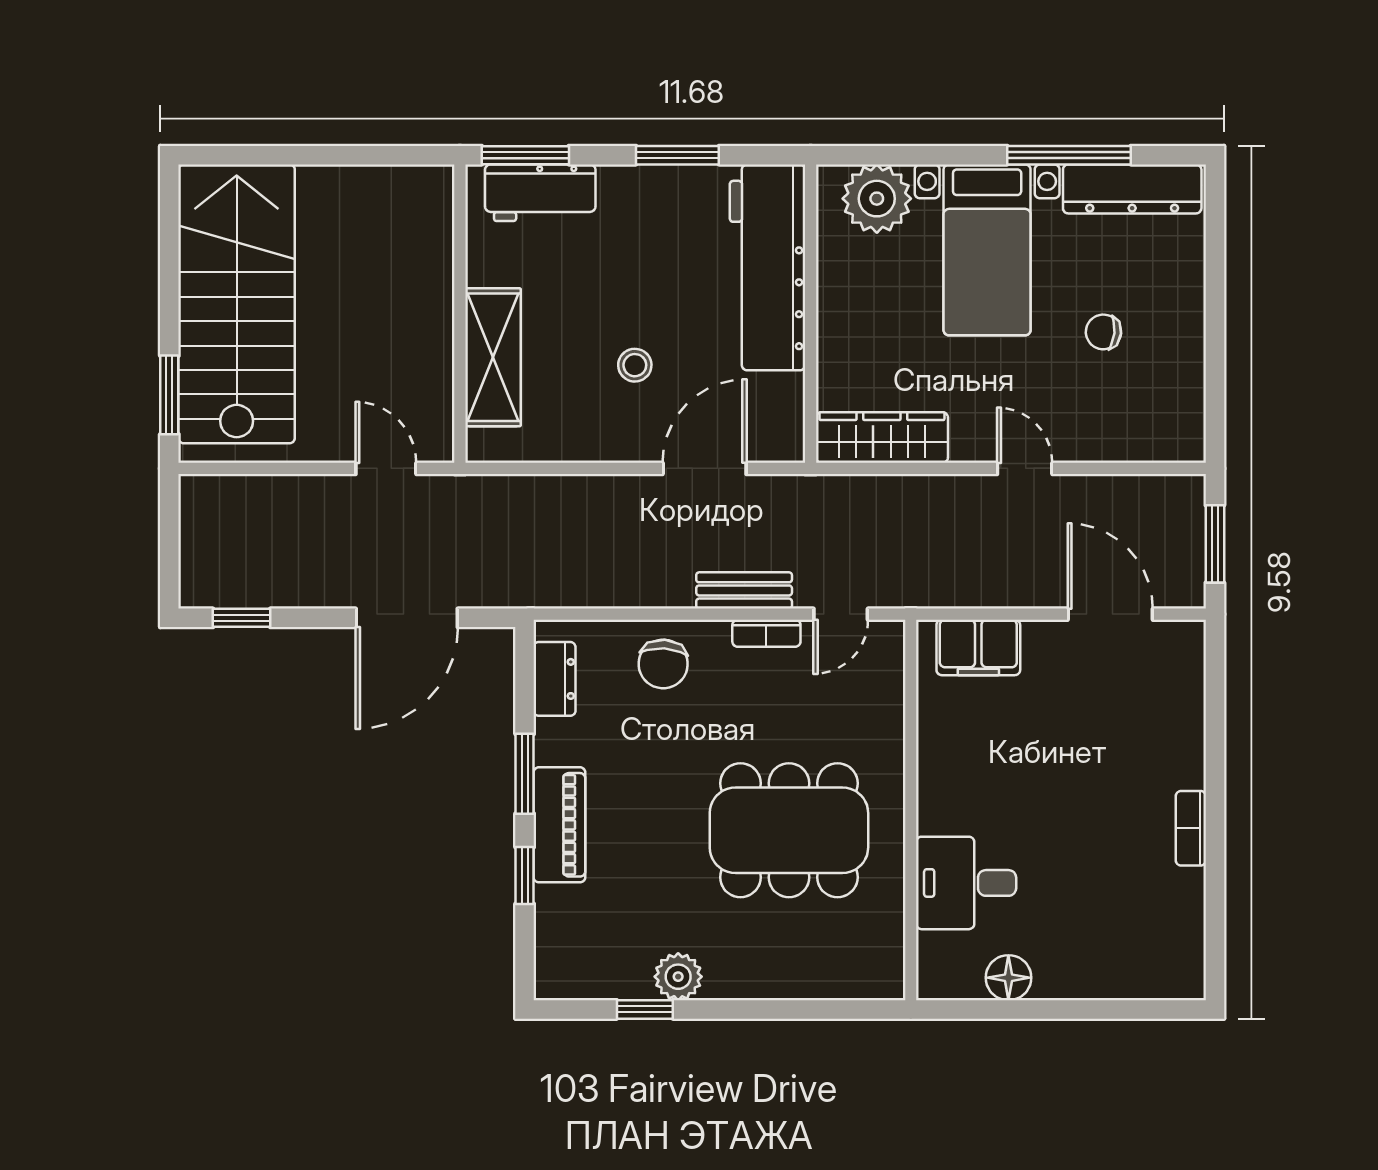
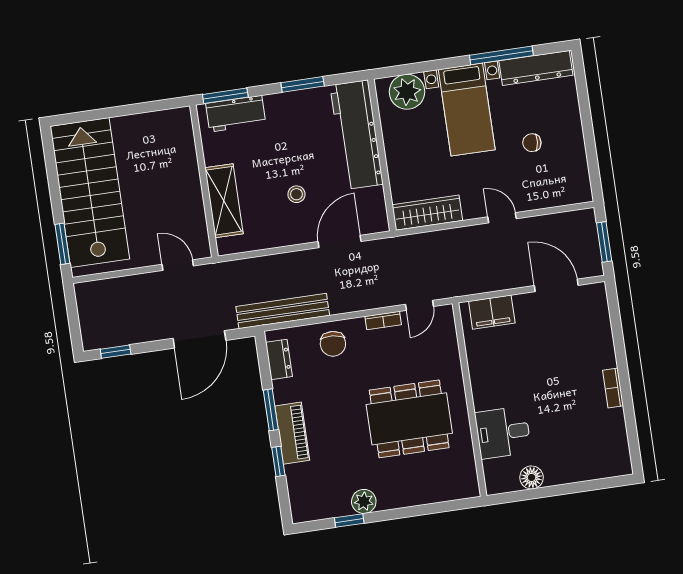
bench: (744, 590) -> (283, 311), moved, width x1.86, depth x1.21

